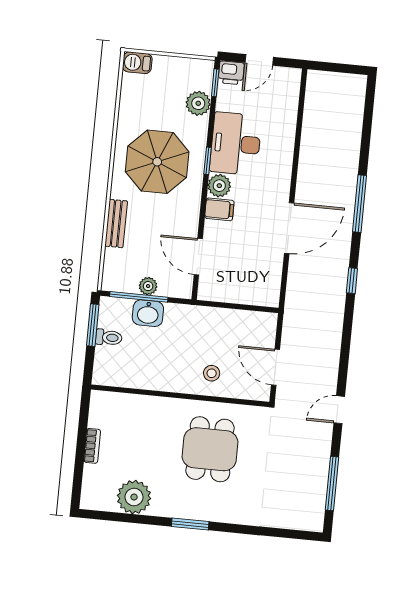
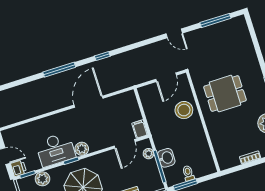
filing cabinet: (219, 209) -> (140, 129), moved
door: (289, 228) -> (89, 102), hinge flipped
plant: (148, 286) -> (148, 154), moved
stool: (212, 373) -> (184, 110), width x1.89, depth x1.89

